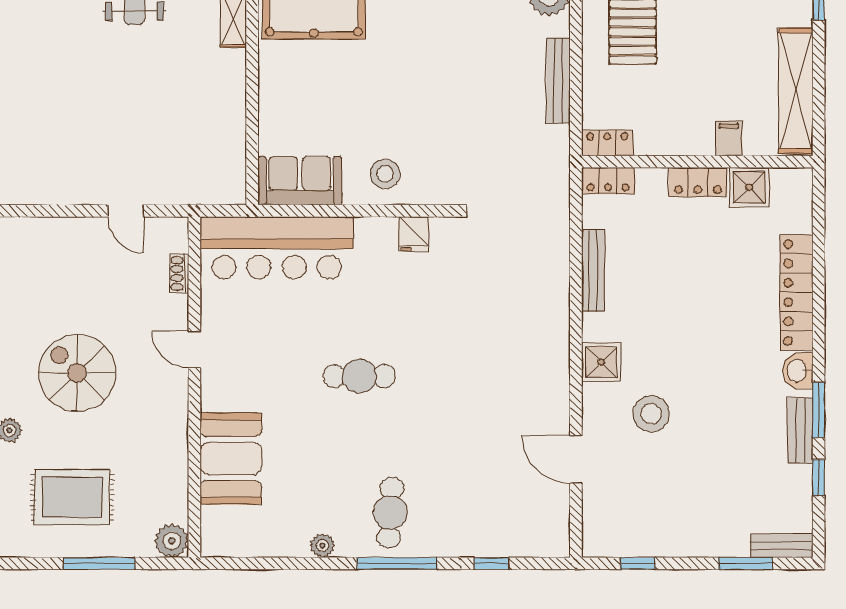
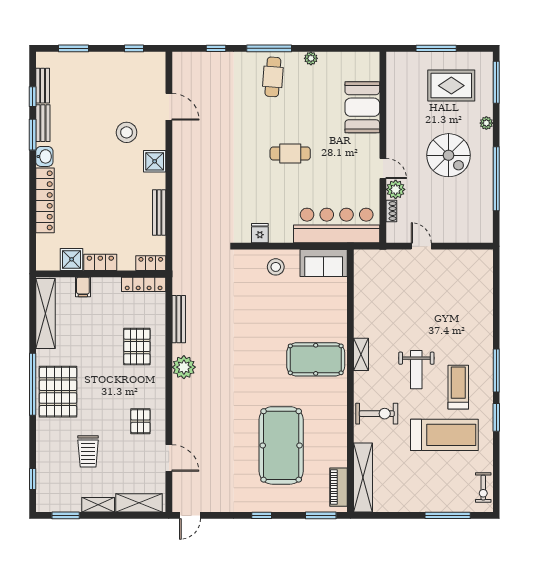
locker: (607, 143) -> (144, 284), width x1.53
plant: (172, 541) -> (396, 189), moved
bench: (781, 546) -> (43, 86), moved, turned 90

